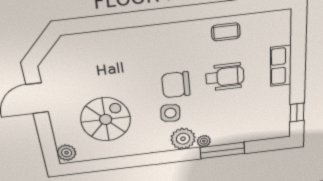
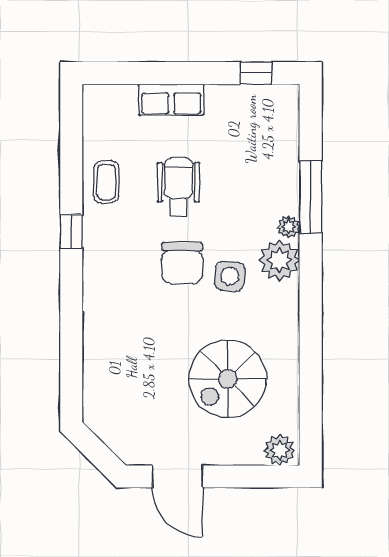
window: (191, 13) -> (71, 231), added
spiral stairs: (106, 119) -> (228, 379), turned -90

